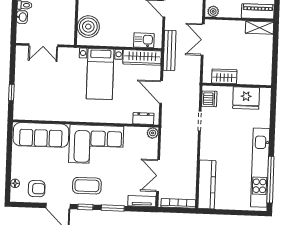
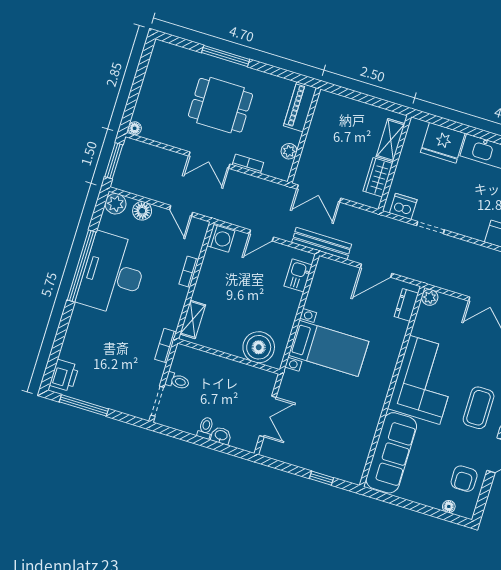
plant: (213, 11) -> (289, 151), moved
shelving: (259, 28) -> (391, 140), moved
wardrobe: (142, 57) -> (321, 284), removed
fridge: (246, 98) -> (443, 143), moved, turned 90
armchair: (37, 189) -> (464, 479), turned 180

